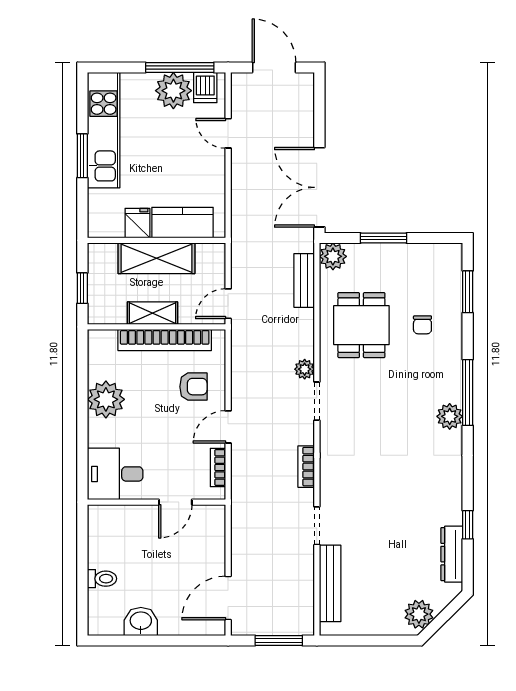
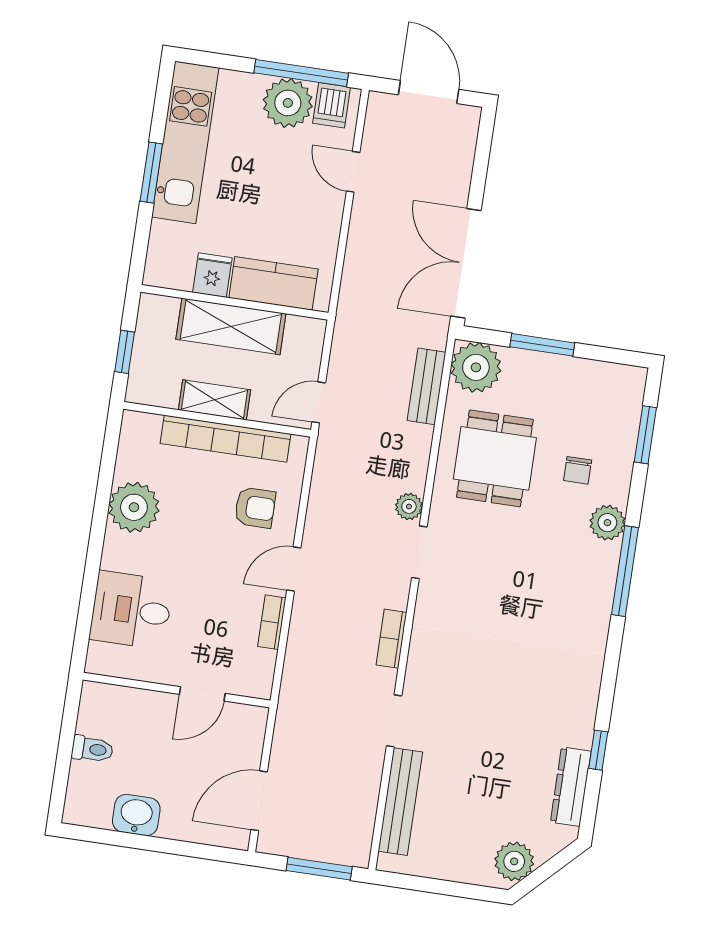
plant: (333, 256) -> (476, 367), width x1.36, depth x1.36
plant: (450, 416) -> (607, 523), moved
wall: (156, 502) -> (177, 690), moved
door: (175, 502) -> (202, 694), moved

